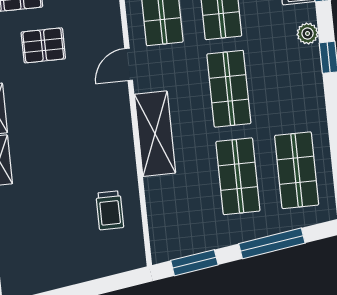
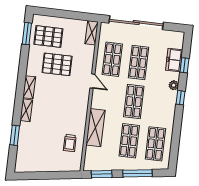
pallet: (43, 45) -> (57, 64), width x1.50, depth x1.42
door: (129, 64) -> (92, 81), swing flipped
shelving: (155, 134) -> (96, 128), moved

